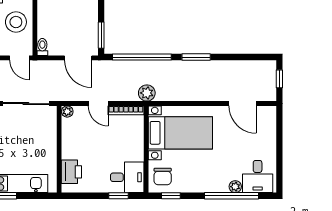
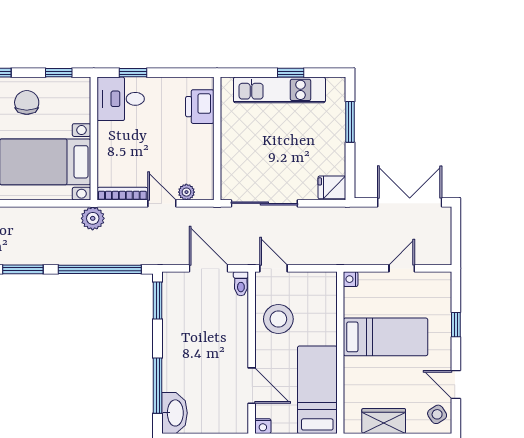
door: (78, 58) -> (208, 268), moved
plant: (67, 112) -> (186, 192), moved
chair: (163, 176) -> (27, 102), moved

